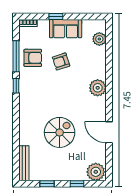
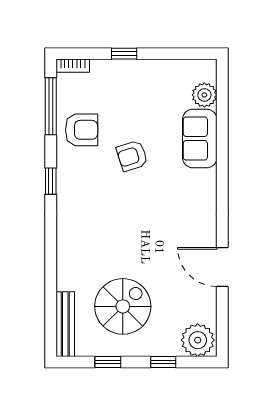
sofa: (66, 29) -> (200, 138), moved, turned 90
window: (16, 56) -> (51, 106), moved
armchair: (61, 62) -> (132, 156), moved
plant: (98, 88) -> (201, 185), removed
spiral stairs: (60, 132) -> (123, 306), moved

